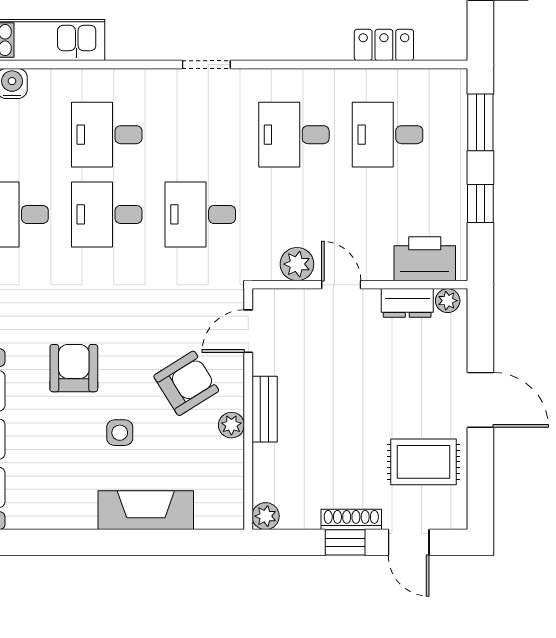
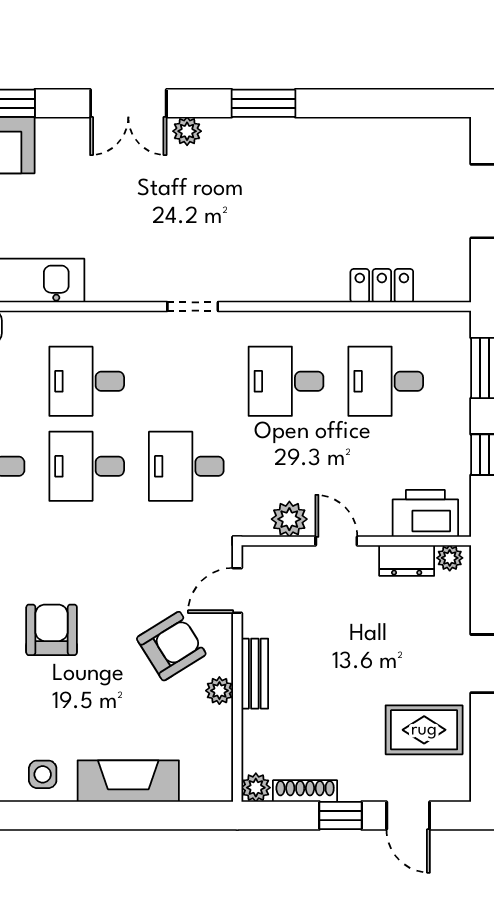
side table: (120, 433) -> (43, 774), moved
shoe rack: (351, 519) -> (305, 791), moved

